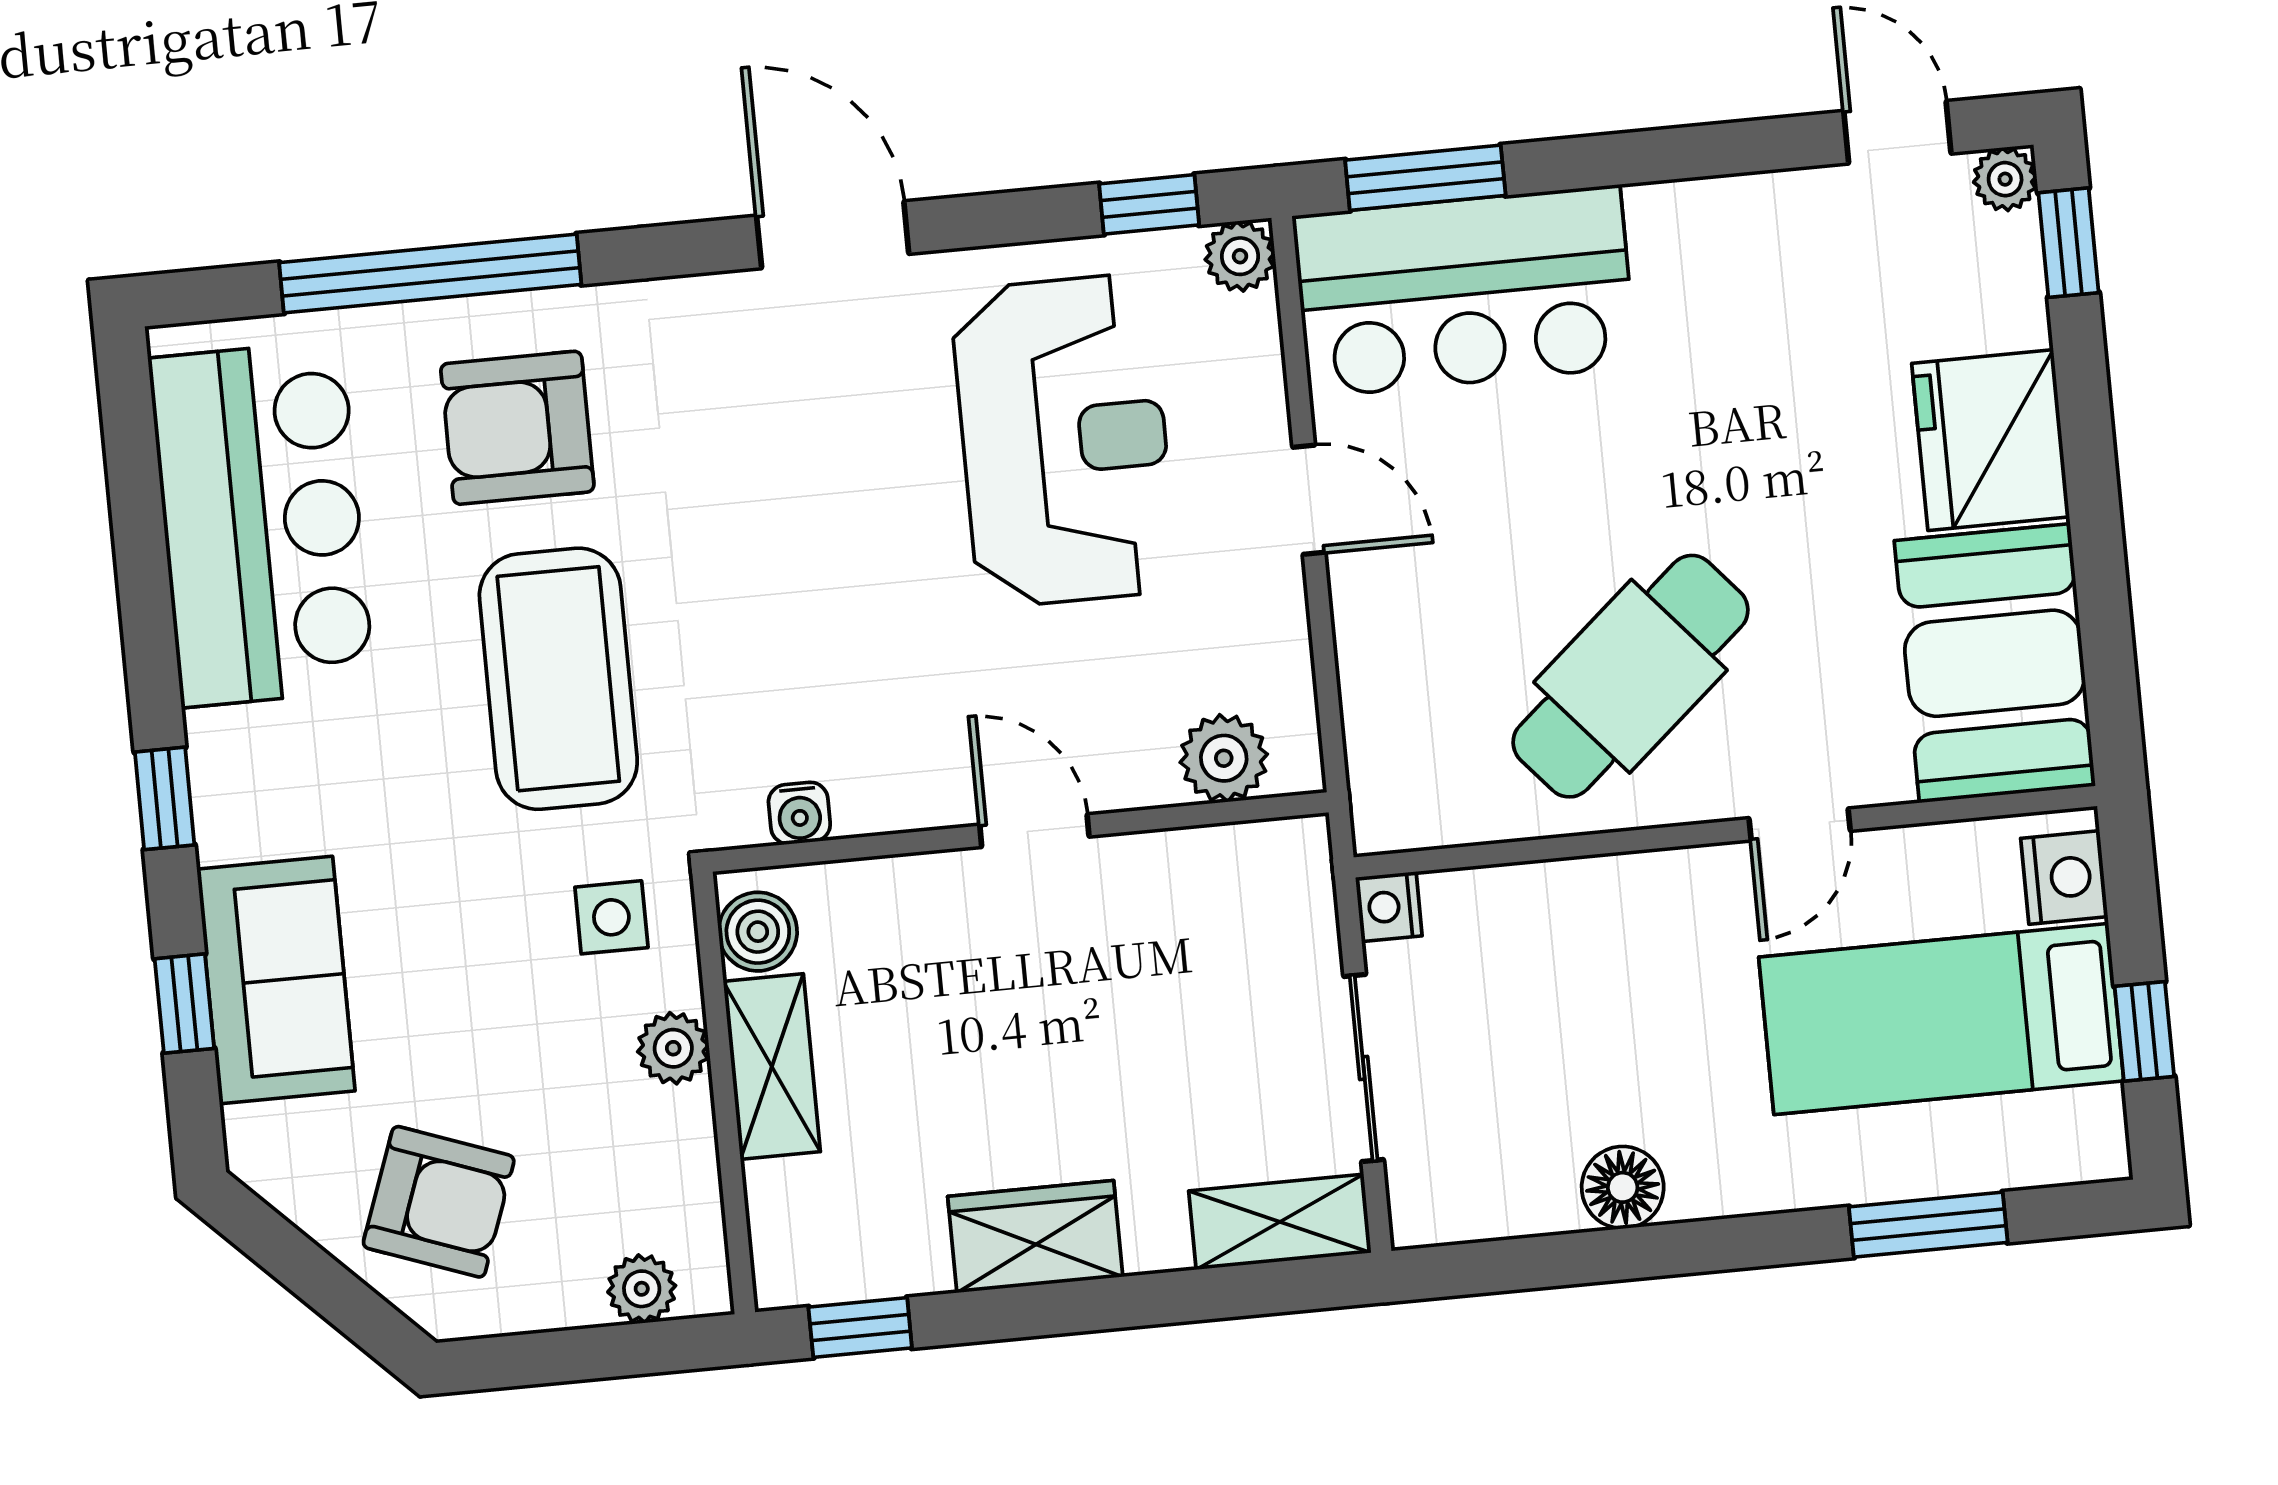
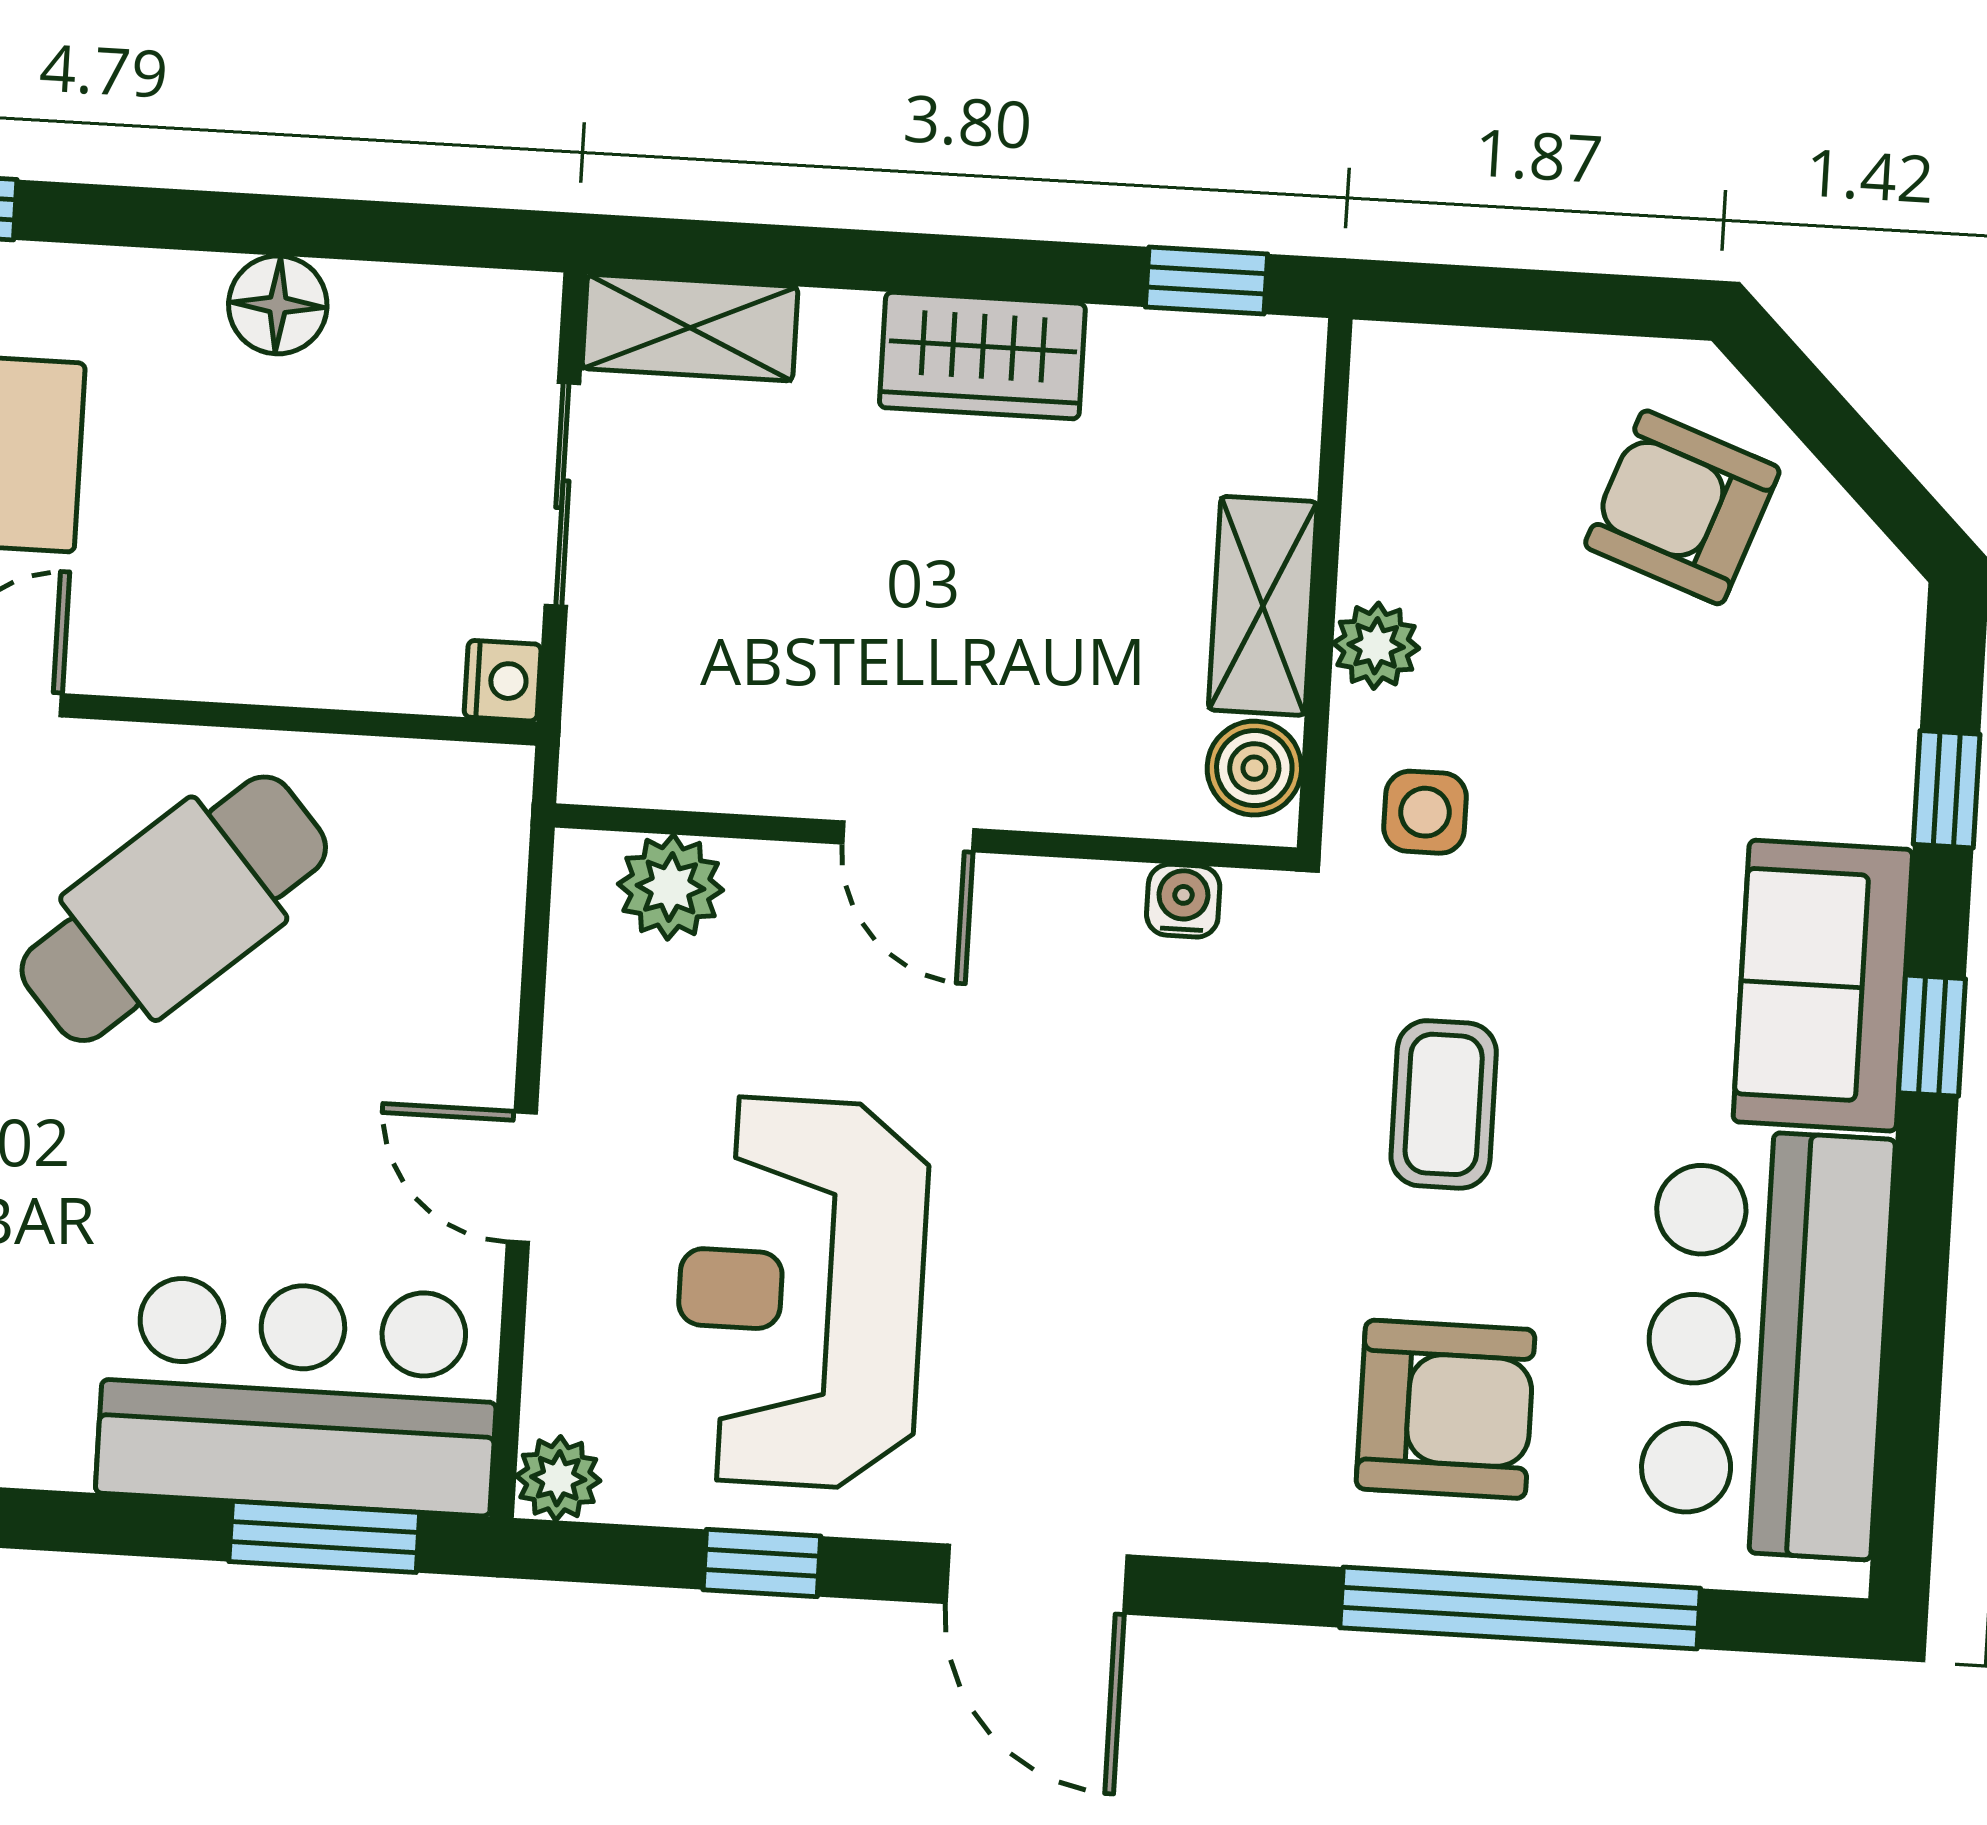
window: (1149, 204) -> (762, 1563), moved
coffee table: (558, 679) -> (1444, 1104), width x0.54, depth x0.58
sofa: (276, 980) -> (1823, 986), moved
plant: (642, 1289) -> (1458, 367), removed

